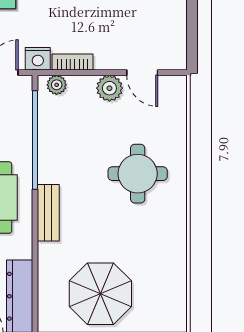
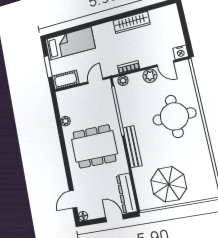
nightstand: (38, 59) -> (181, 52), moved
round table: (138, 174) -> (174, 116), width x1.36, depth x1.36
bench: (48, 213) -> (132, 147), width x1.36

